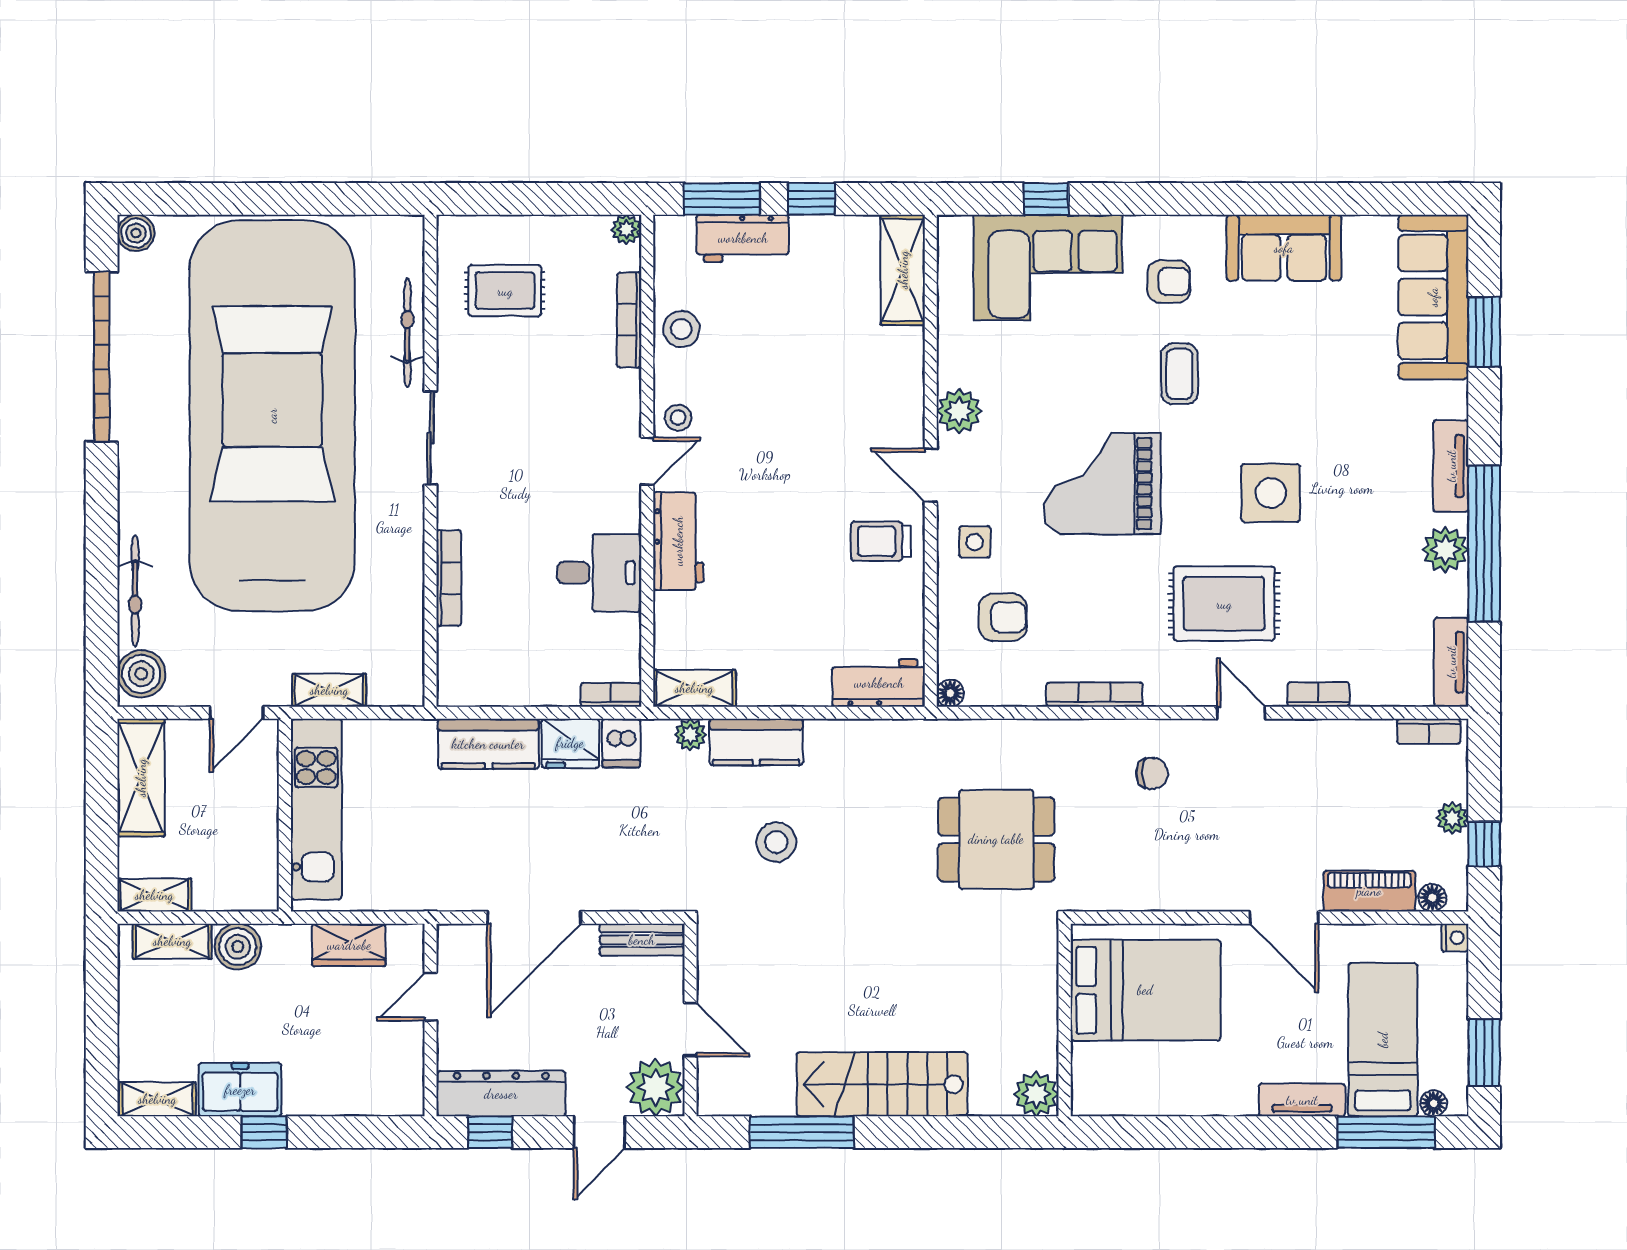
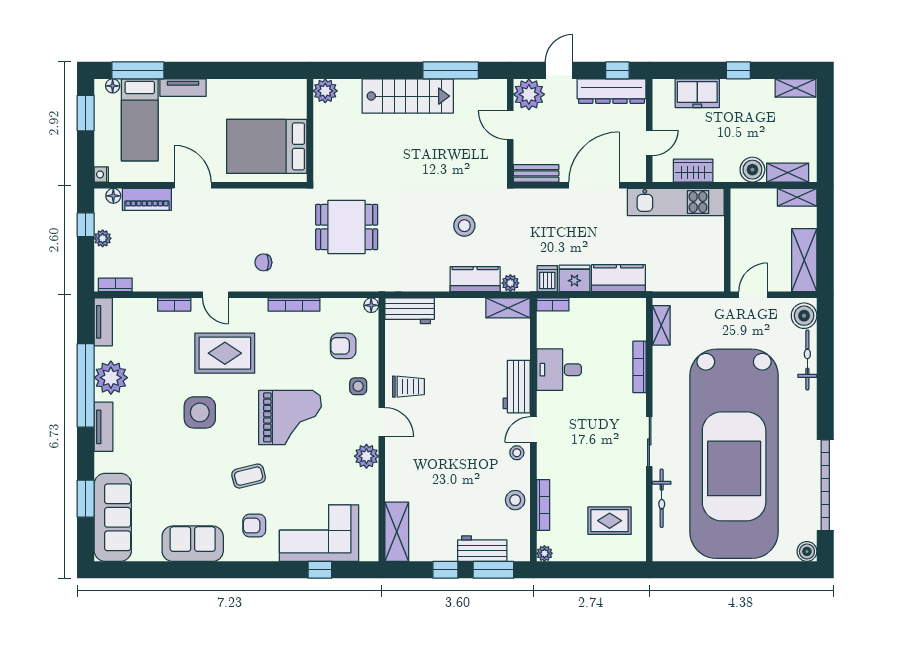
coffee table: (1179, 374) -> (249, 476), turned 76
plant: (1445, 550) -> (111, 378), width x1.36, depth x1.36
shelving: (329, 690) -> (661, 325), moved, turned 90
kitchen unit: (316, 809) -> (676, 202), moved, turned -90
freezer: (240, 1090) -> (697, 93), moved

